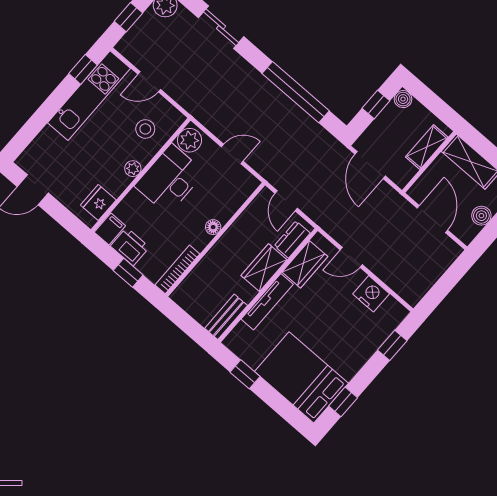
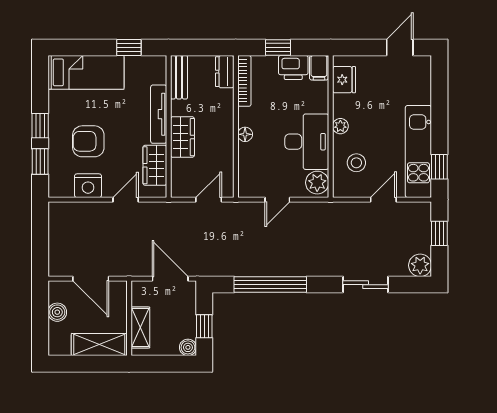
door: (286, 201) -> (209, 200), hinge flipped
dresser: (292, 240) -> (225, 72), moved, turned 180
armchair: (341, 328) -> (88, 141), added
bed: (301, 377) -> (86, 72), width x0.67
window: (343, 402) -> (40, 126), moved

